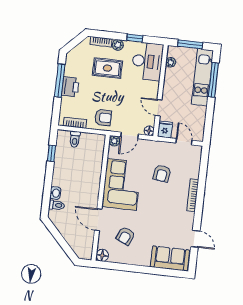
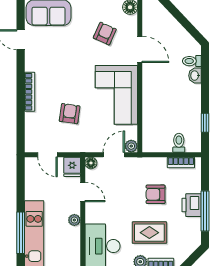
plant: (171, 62) -> (74, 220), moved
armchair: (103, 118) -> (156, 194), moved

